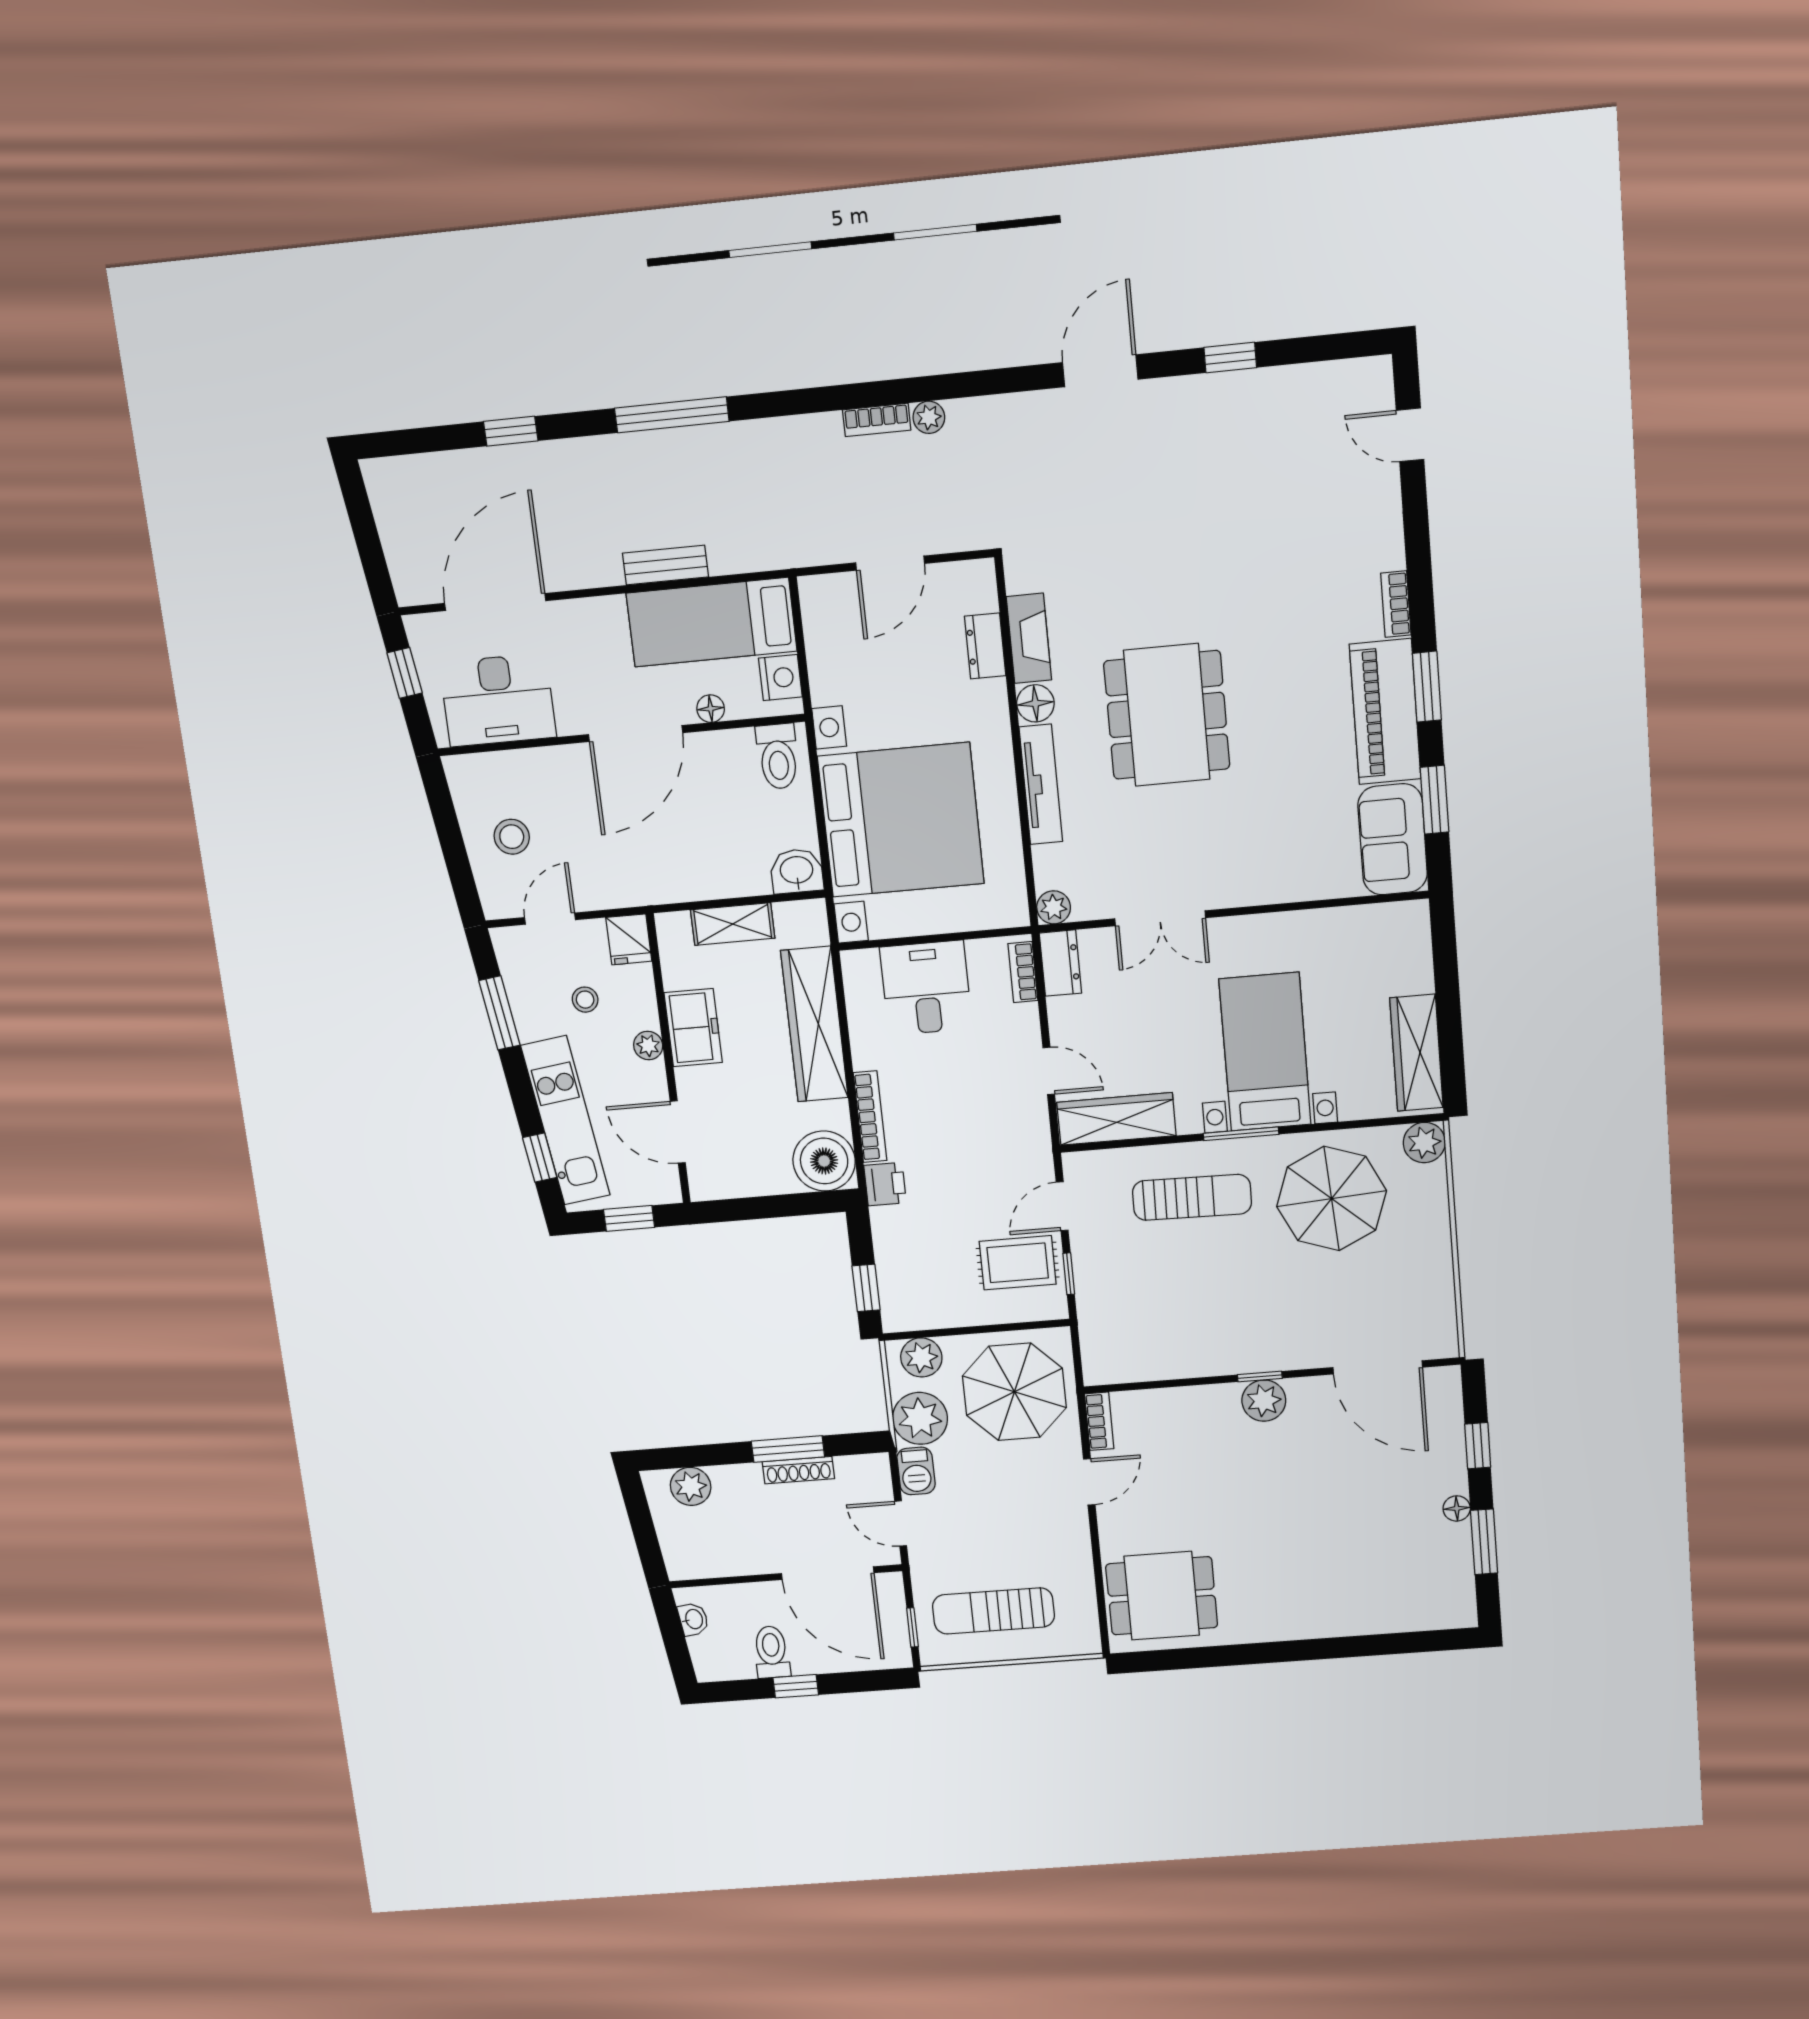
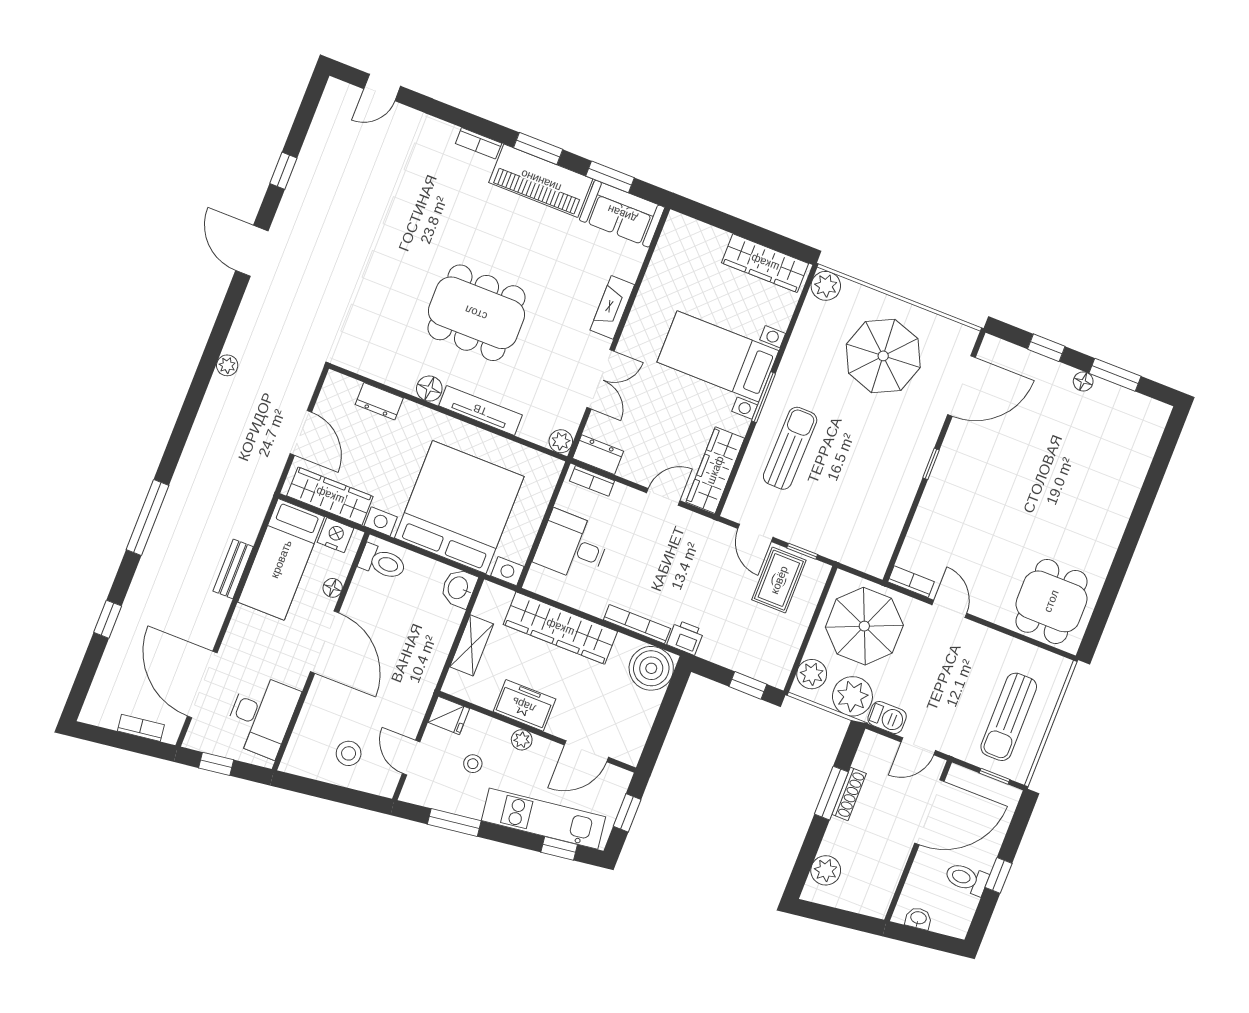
bookcase: (877, 420) -> (141, 728), moved, turned -98
fireplace: (1029, 638) -> (612, 307), moved, turned -90
wardrobe: (827, 644) -> (330, 496), added
parasol: (1332, 1199) -> (883, 356), moved
plant: (1264, 1401) -> (949, 469), removed

